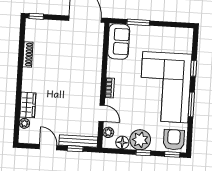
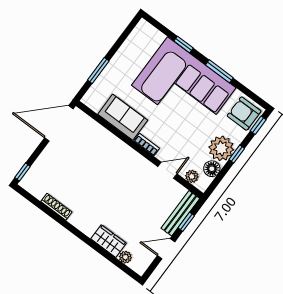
sofa: (119, 41) -> (123, 117), moved

